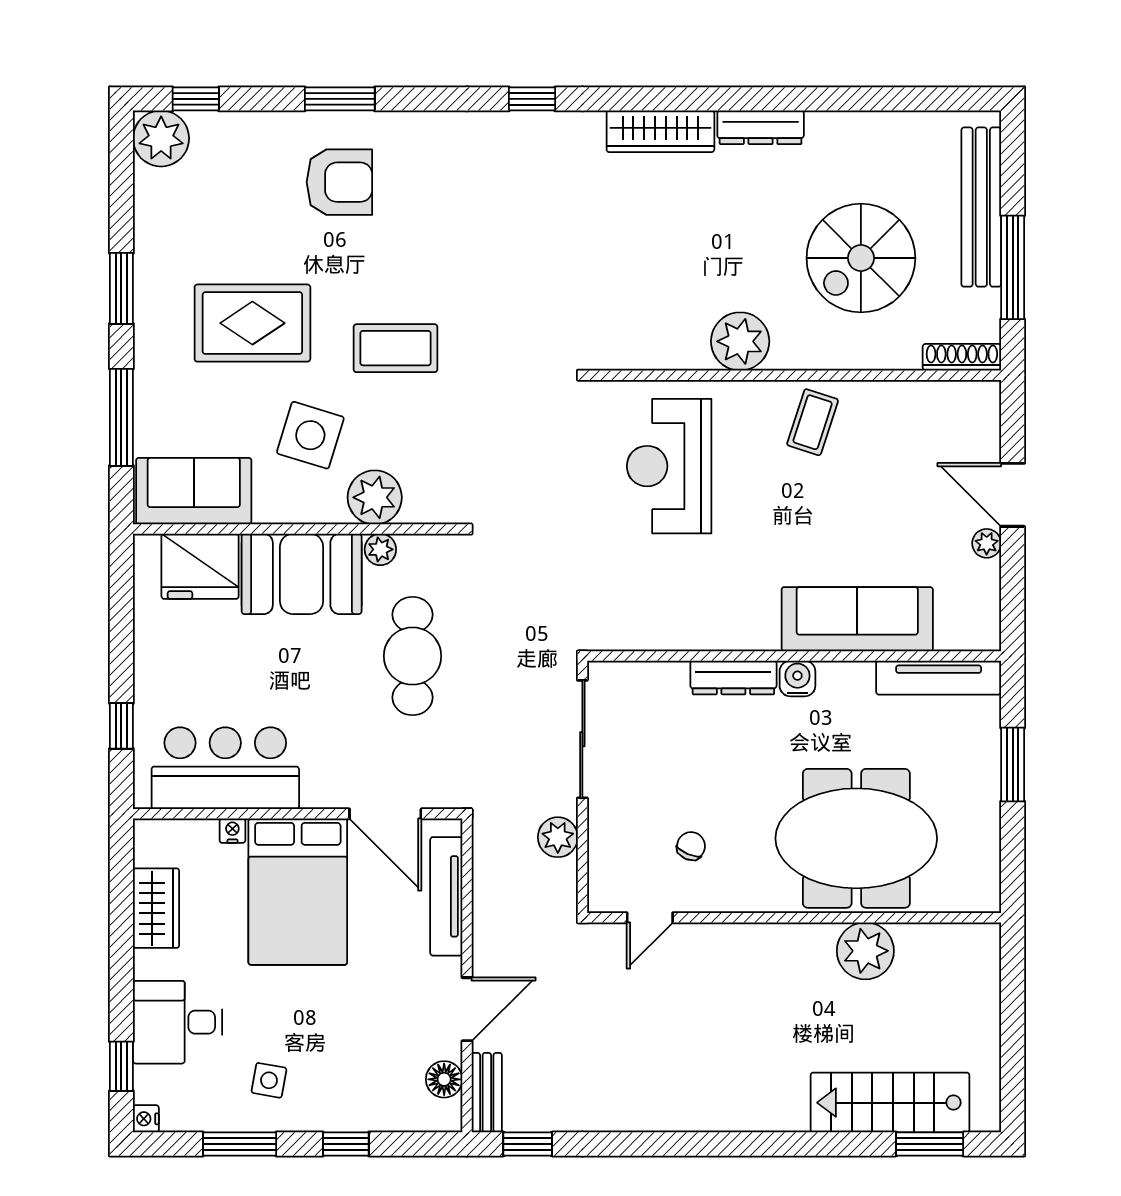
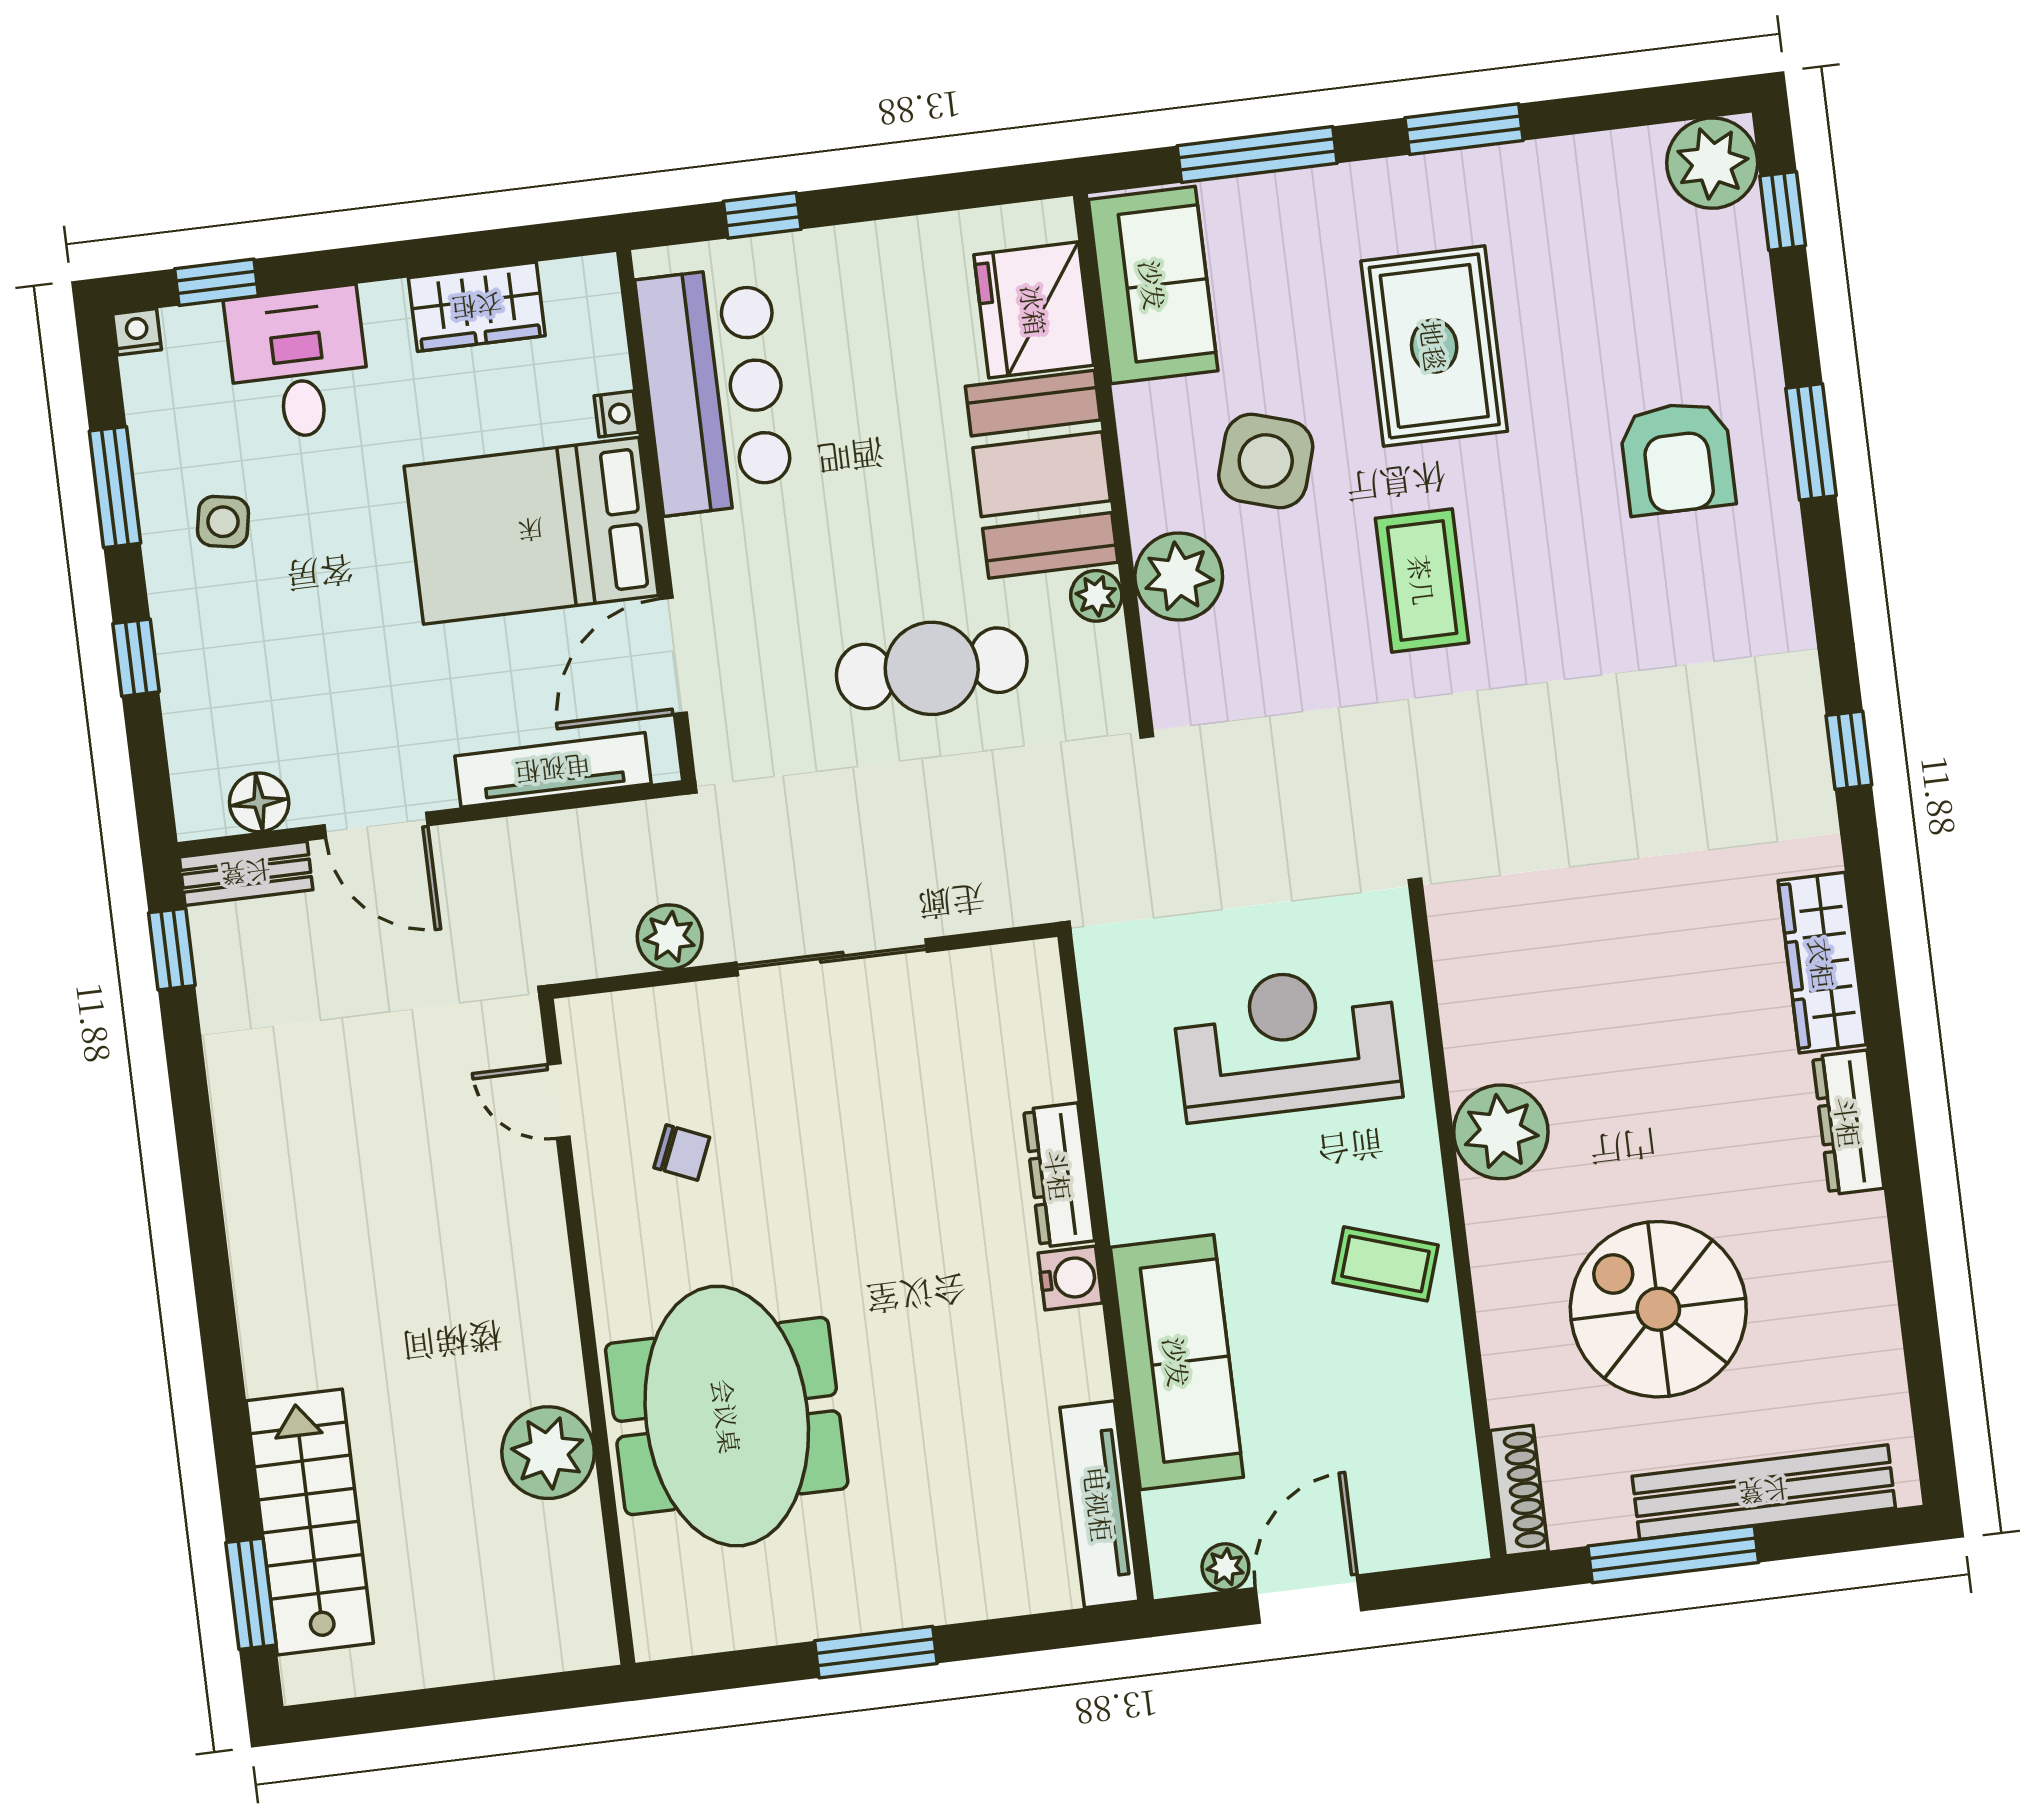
sofa: (857, 619) -> (1177, 1362), moved
wall: (794, 656) -> (1106, 1268), moved
dresser: (733, 678) -> (1059, 1175), moved
tv unit: (939, 678) -> (1099, 1504), moved
water cooler: (797, 679) -> (1070, 1278), moved

